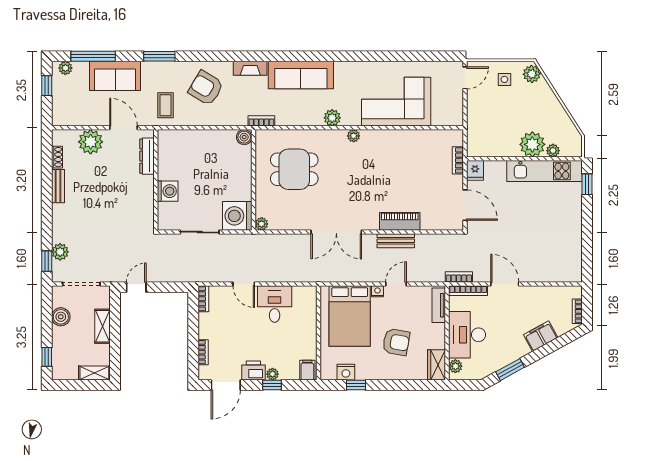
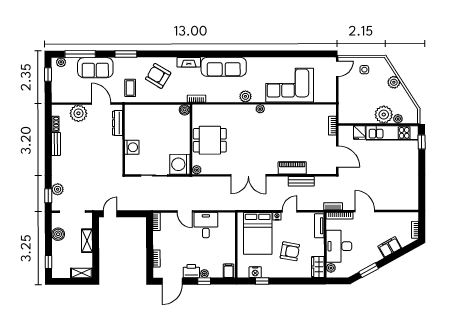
plant: (532, 74) -> (394, 82), moved
dining table: (294, 169) -> (210, 140), moved
fridge: (475, 170) -> (359, 133), moved
bench: (396, 241) -> (301, 181), moved

